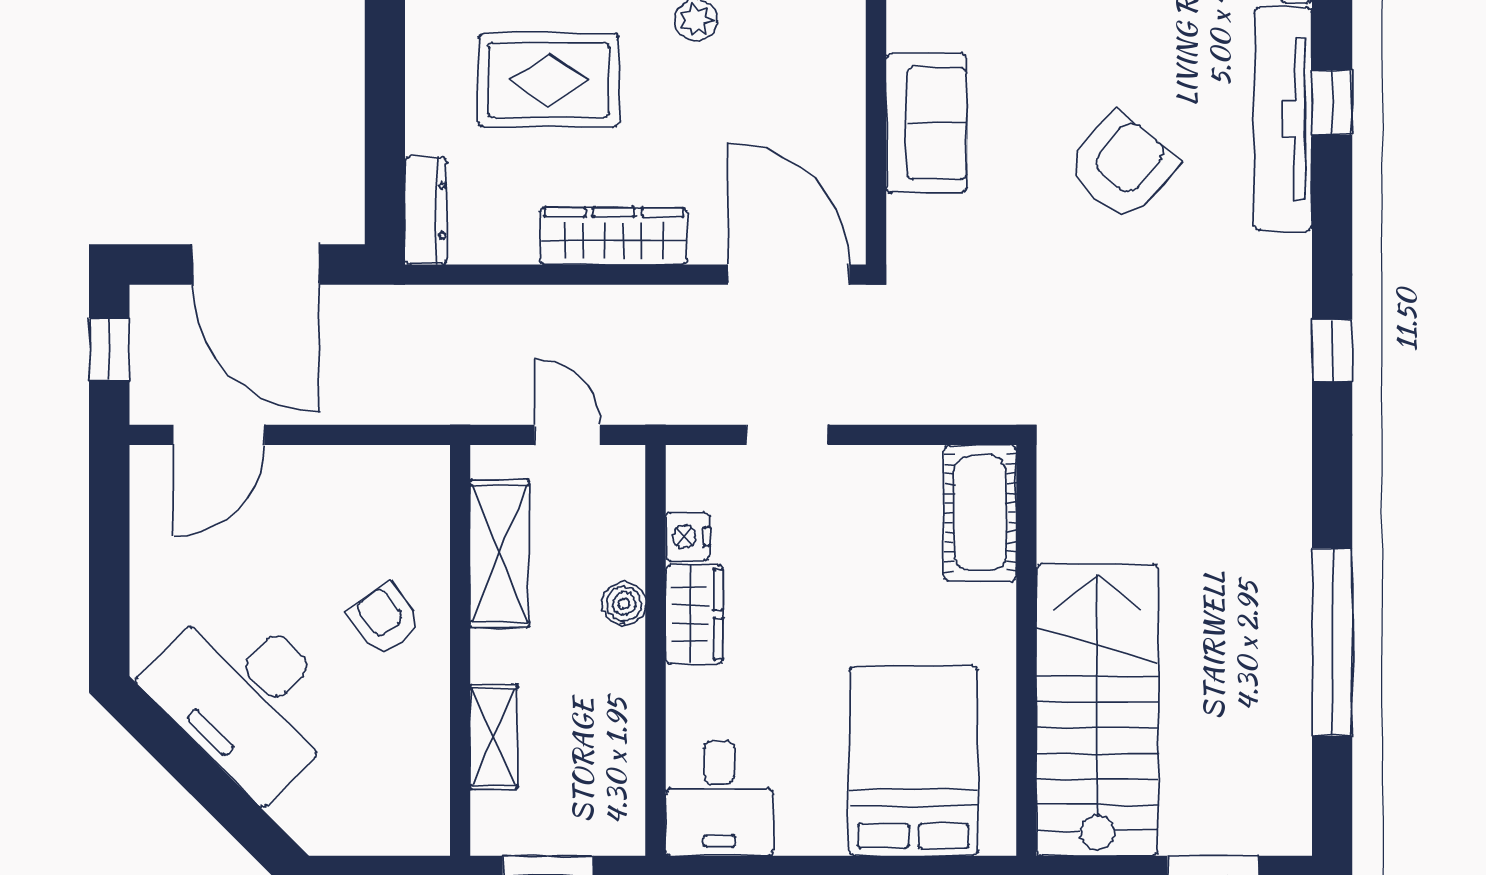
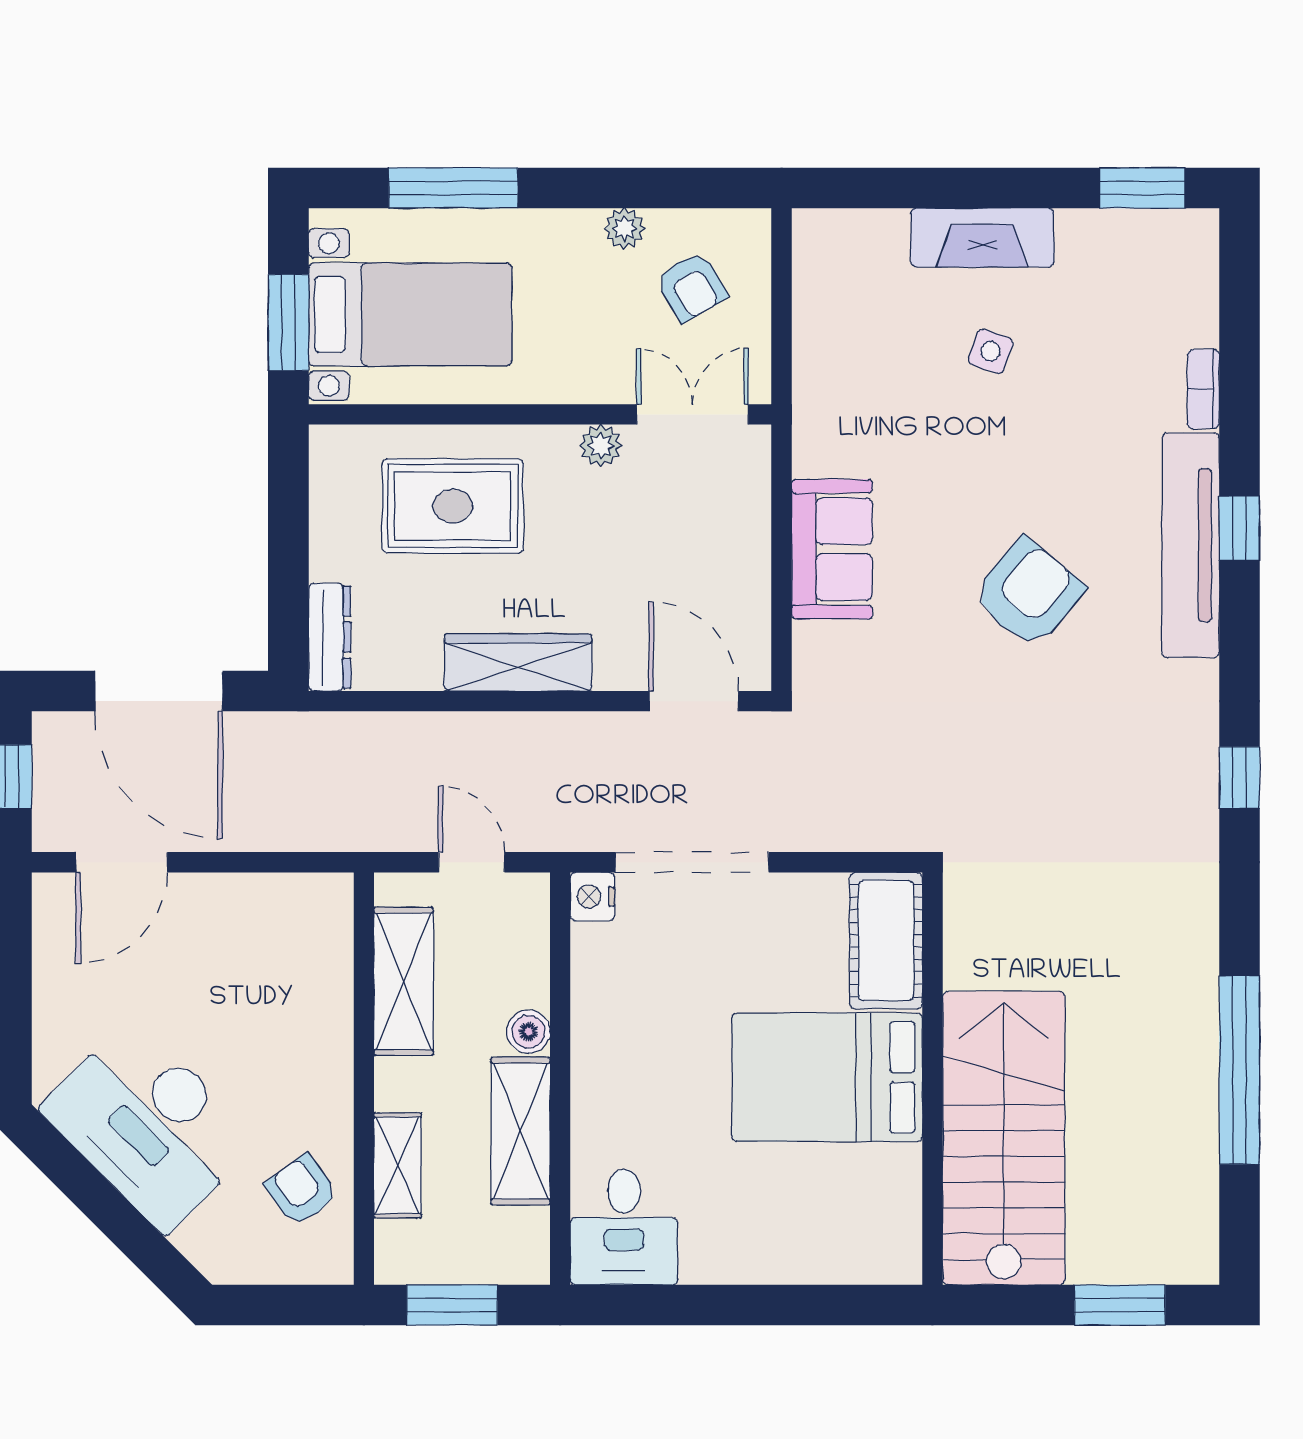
door: (789, 275) -> (694, 701), width x0.73
doorway: (787, 435) -> (692, 862), width x1.87
nightstand: (688, 537) -> (592, 896), moved
wardrobe: (694, 614) -> (599, 1042), removed
armchair: (384, 619) -> (301, 1190), moved
shelving: (616, 703) -> (521, 1131), added
bed: (913, 761) -> (827, 1077), moved, turned -90

